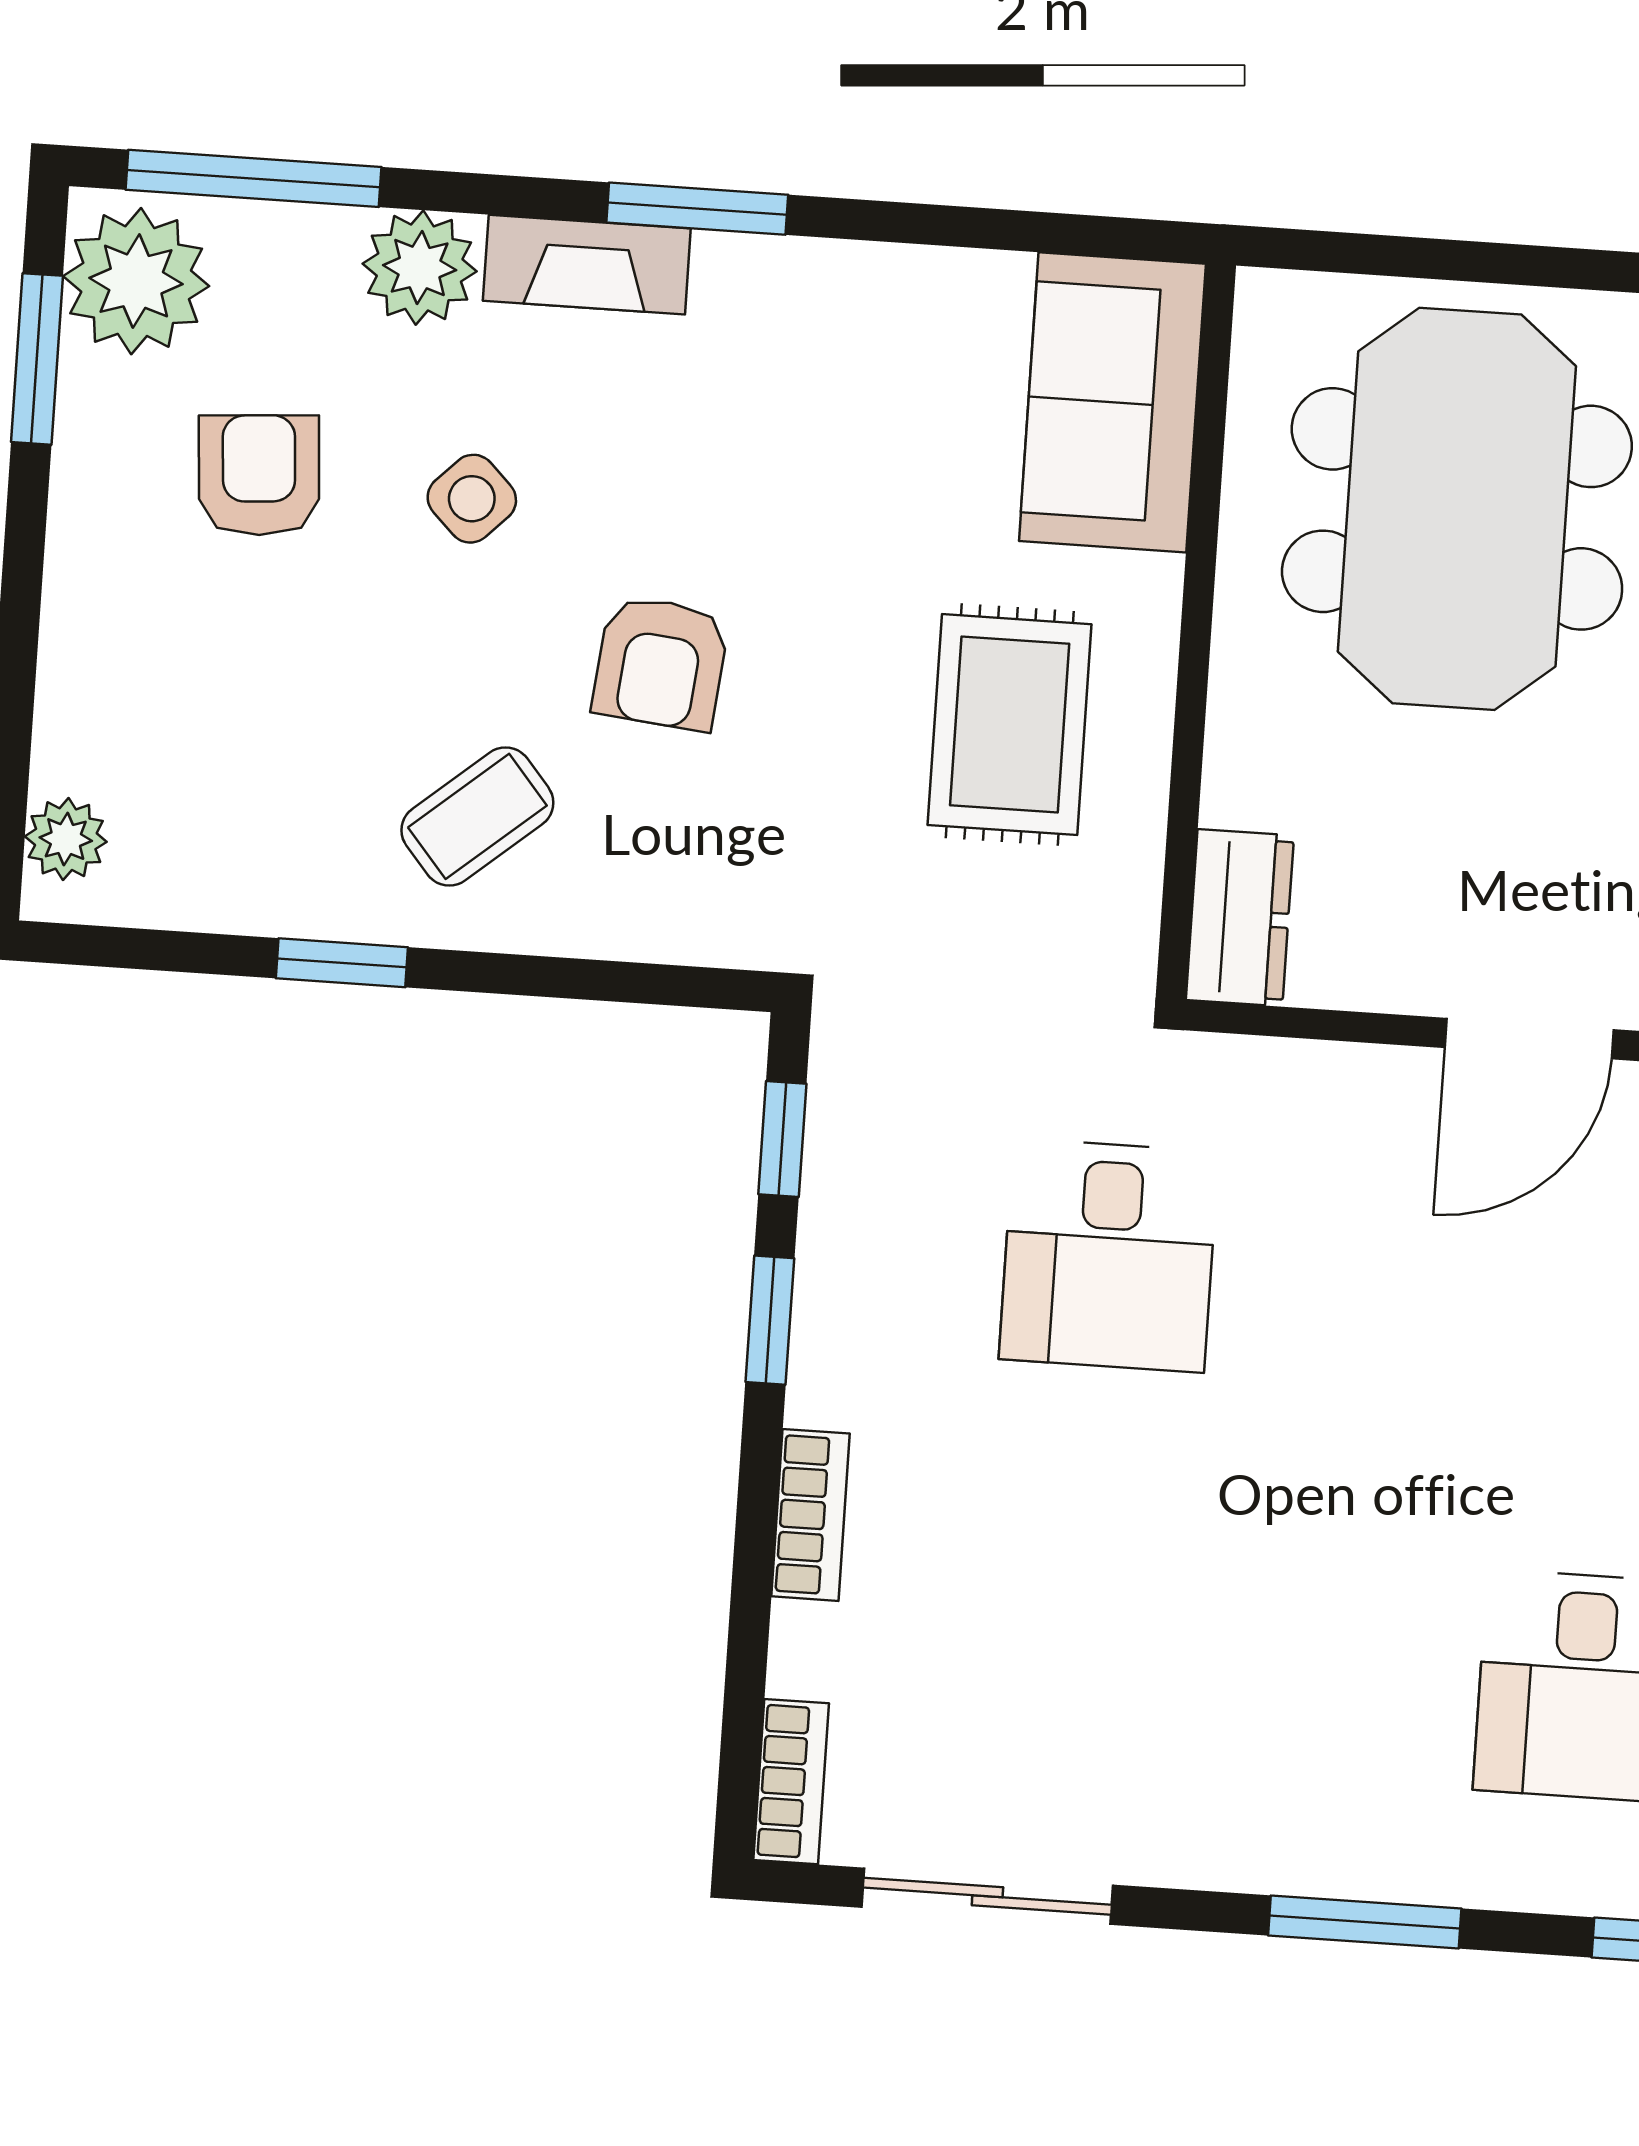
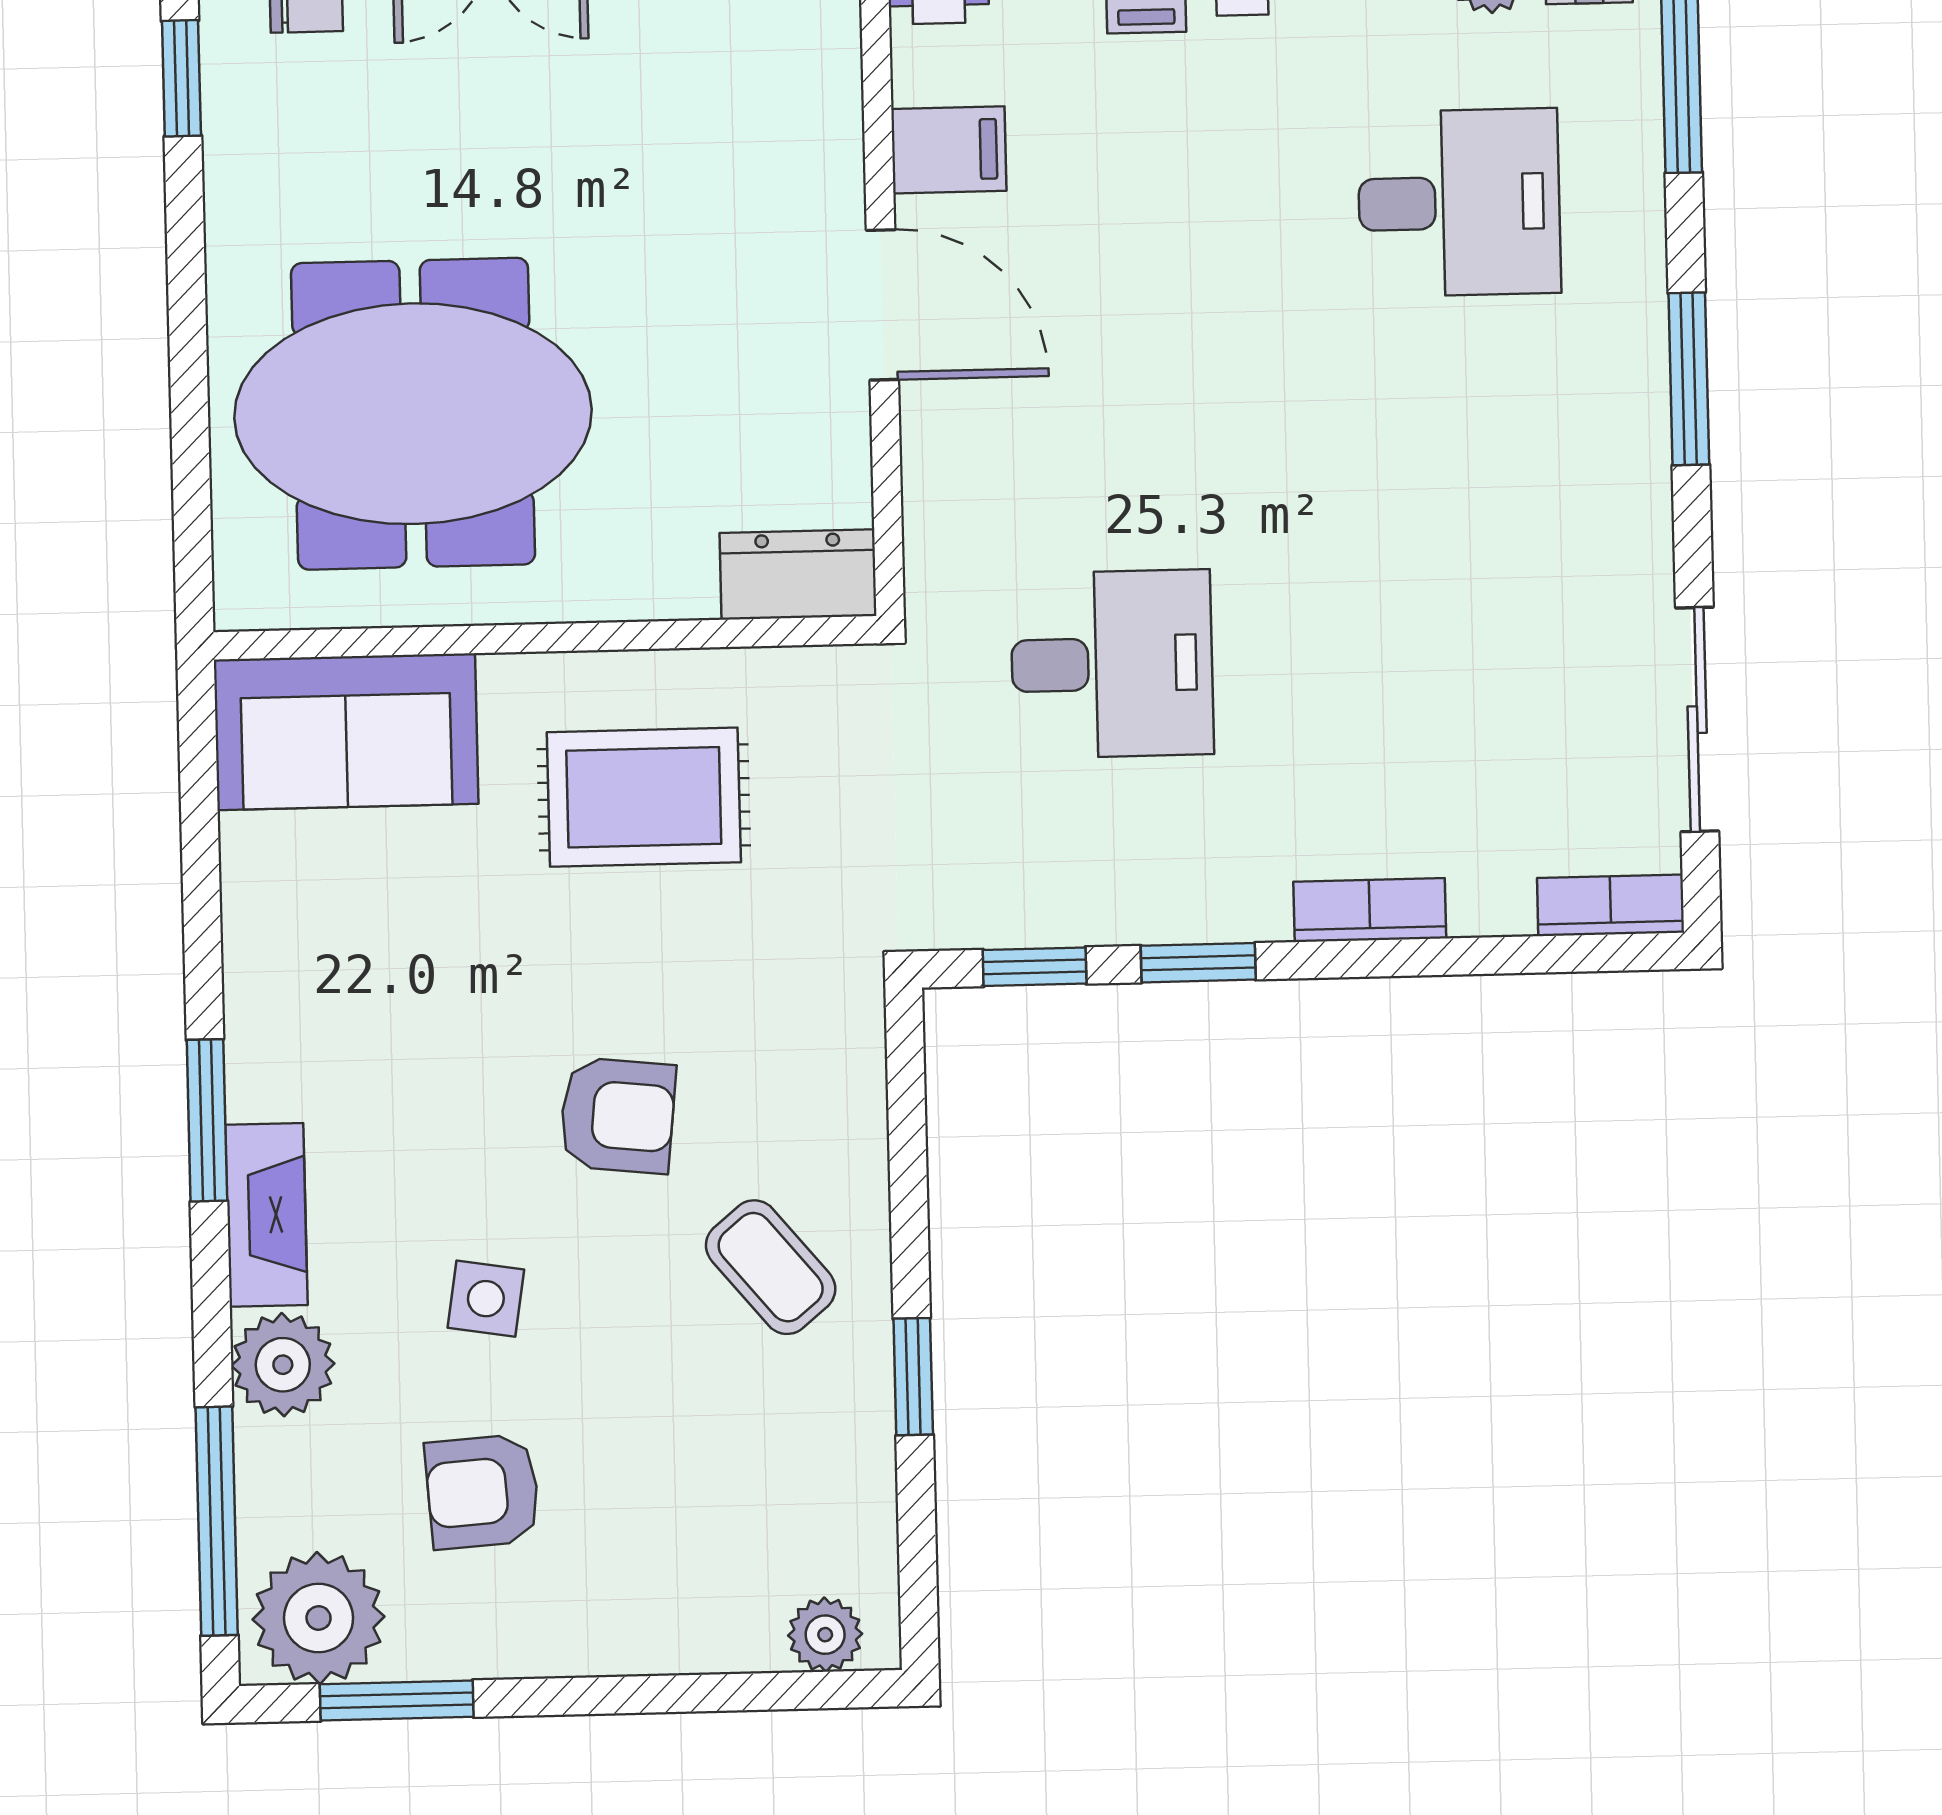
side table: (472, 499) -> (486, 1299), turned -36

